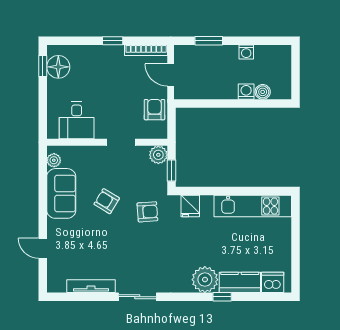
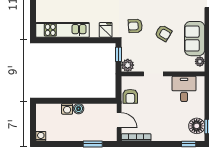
window: (113, 41) -> (189, 144), moved
washing machine: (246, 52) -> (41, 136), moved
boiler: (263, 92) -> (79, 109), moved

